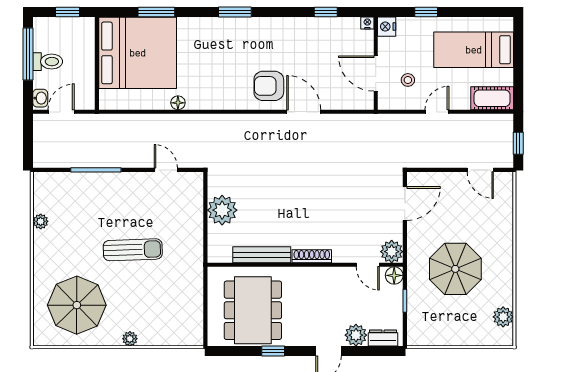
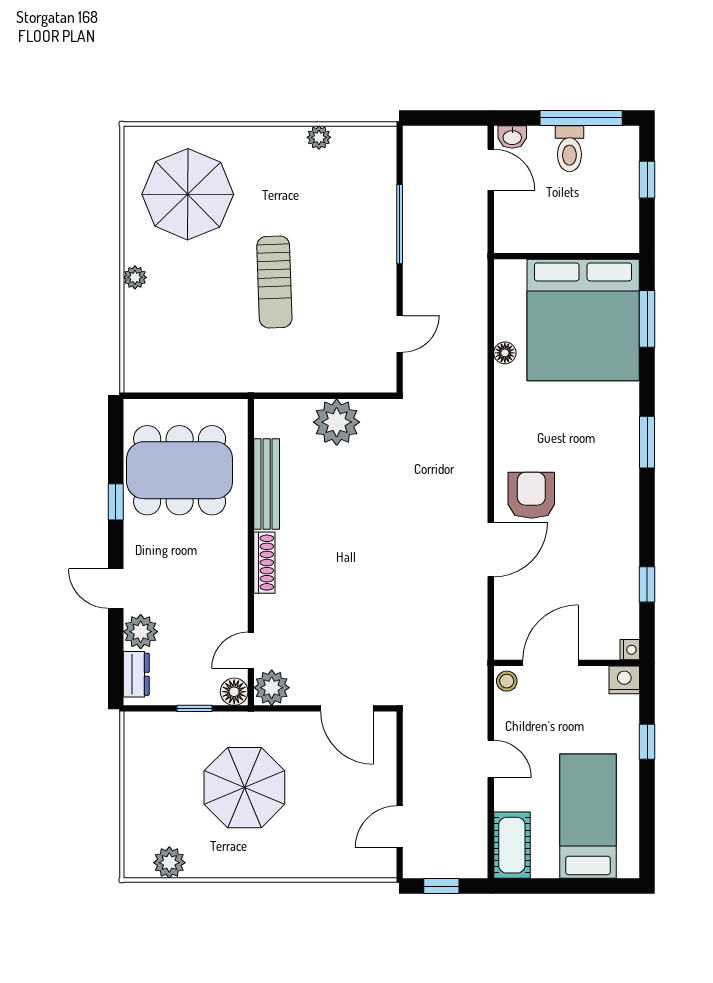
bed: (138, 53) -> (583, 320), moved
wall: (97, 63) -> (567, 256), moved
stool: (408, 80) -> (507, 681), moved

